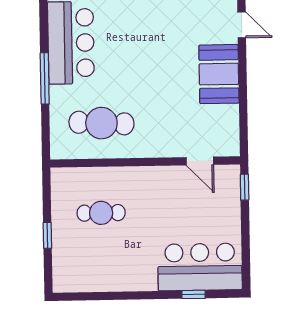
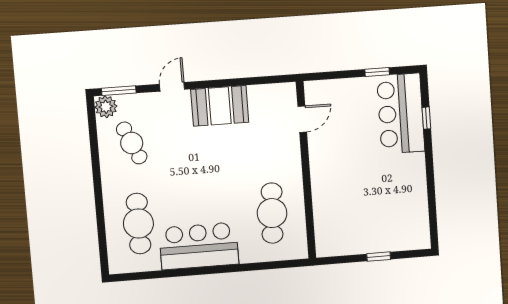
window: (45, 78) -> (234, 268), removed
window: (245, 187) -> (377, 72), moved
cafe table: (101, 213) -> (355, 208), removed

